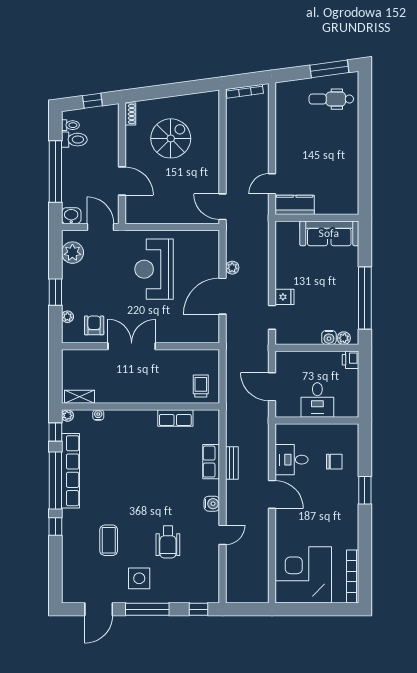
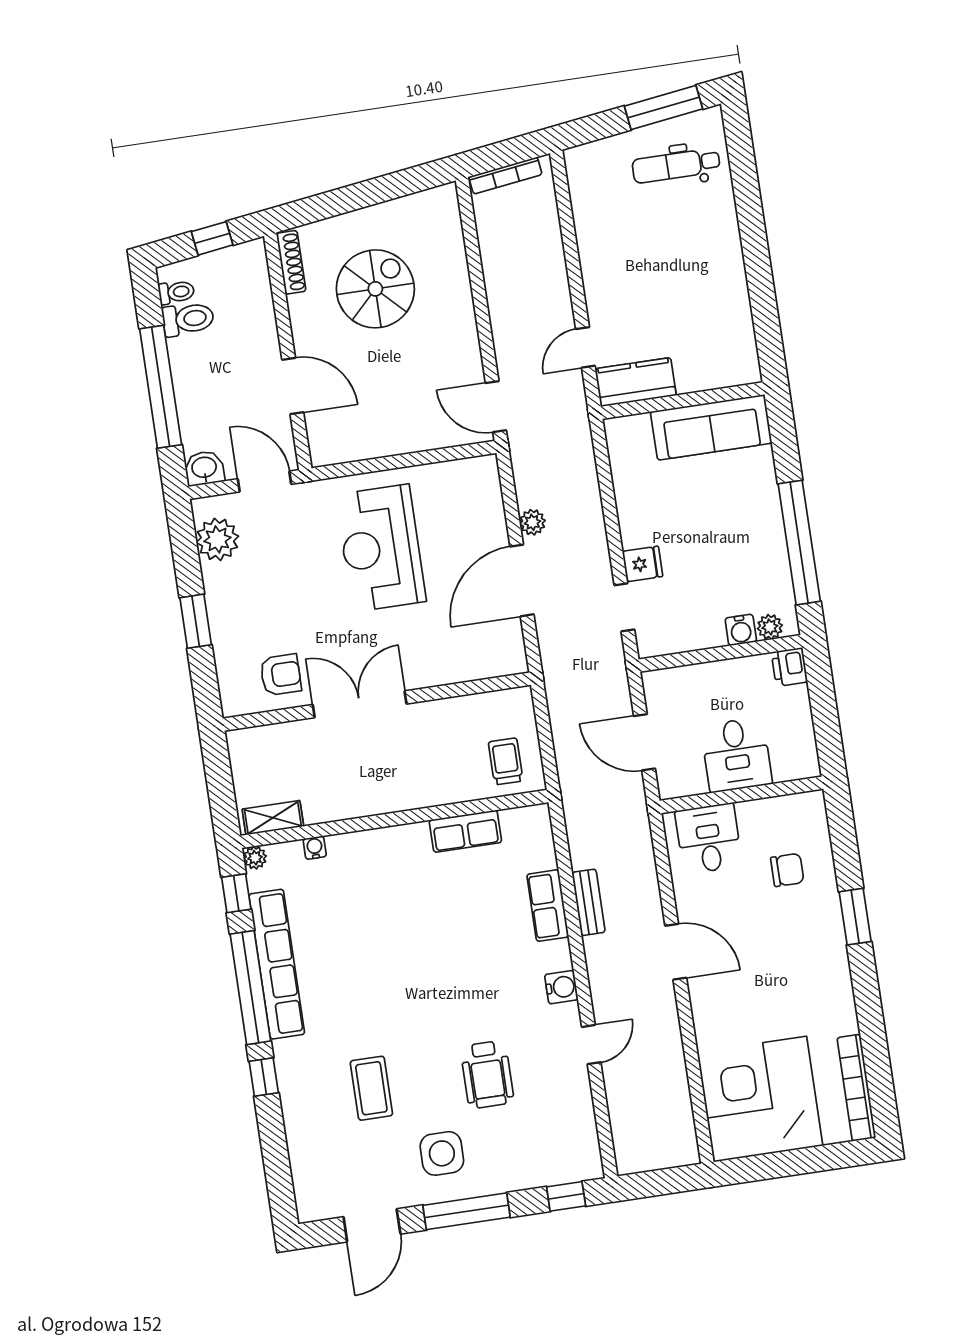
shoe rack: (130, 114) -> (291, 262), width x1.43
plant: (67, 317) -> (226, 666), removed
armchair: (94, 325) -> (281, 675), turned 90
desk: (292, 460) -> (709, 839), moved, turned 90

